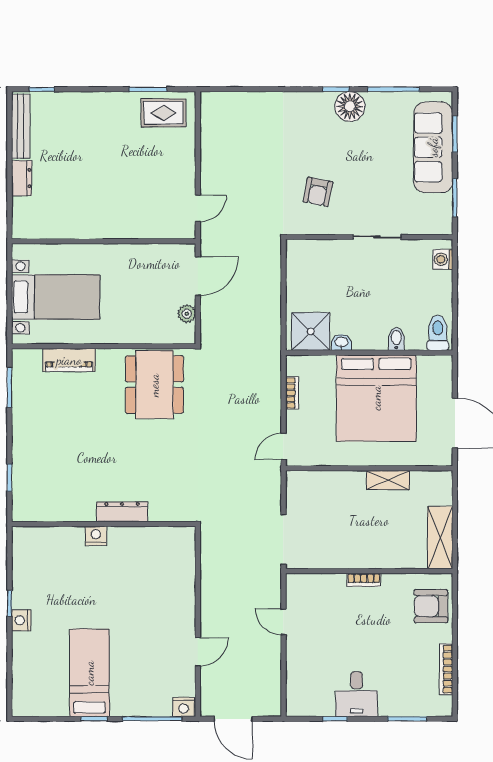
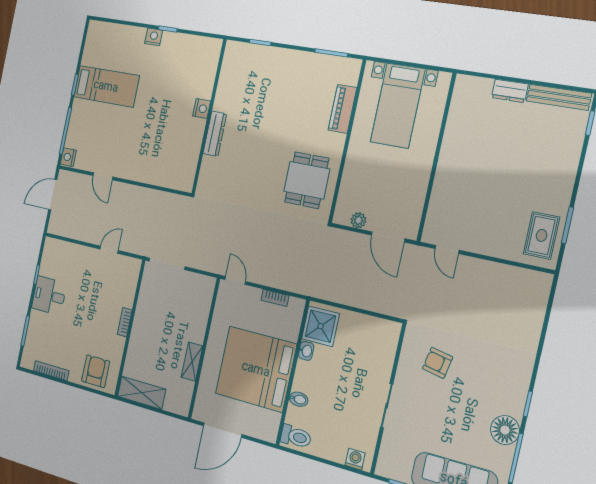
floor lamp: (350, 106) -> (505, 430), moved
dining table: (154, 385) -> (307, 180), width x0.73

